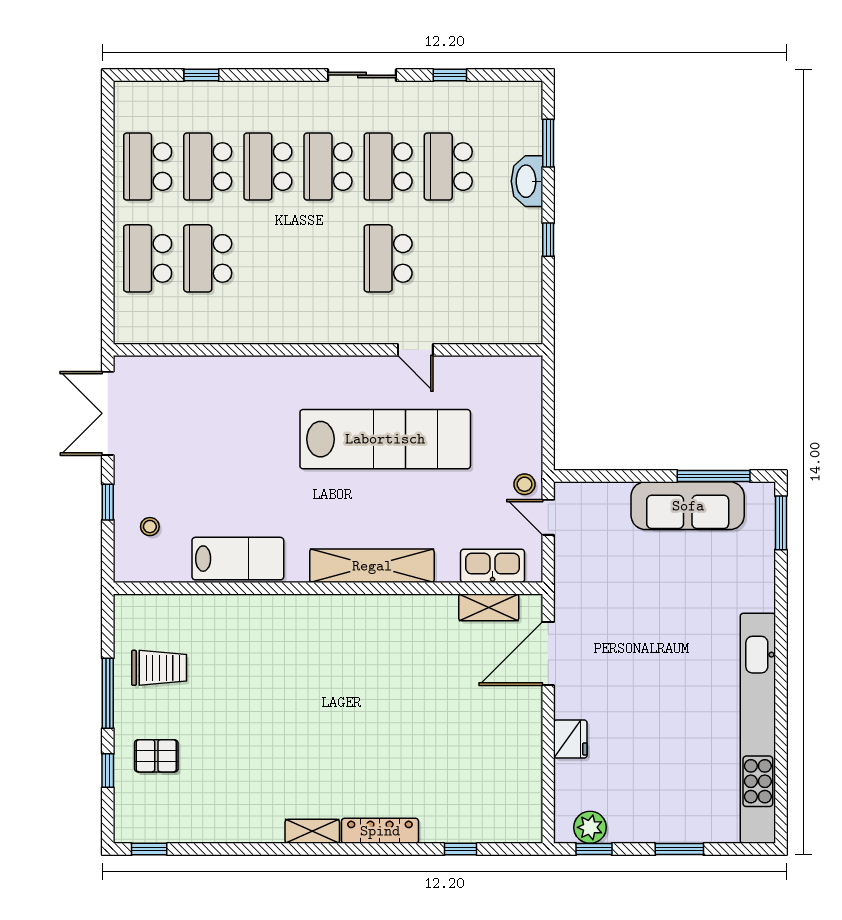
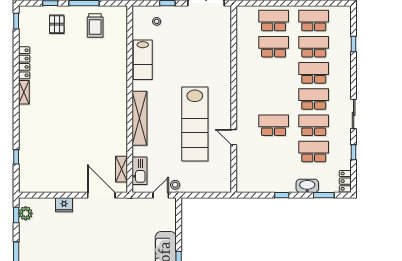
locker: (516, 94) -> (345, 181), added
door: (415, 350) -> (234, 137), hinge flipped
locker: (380, 831) -> (24, 63), moved

